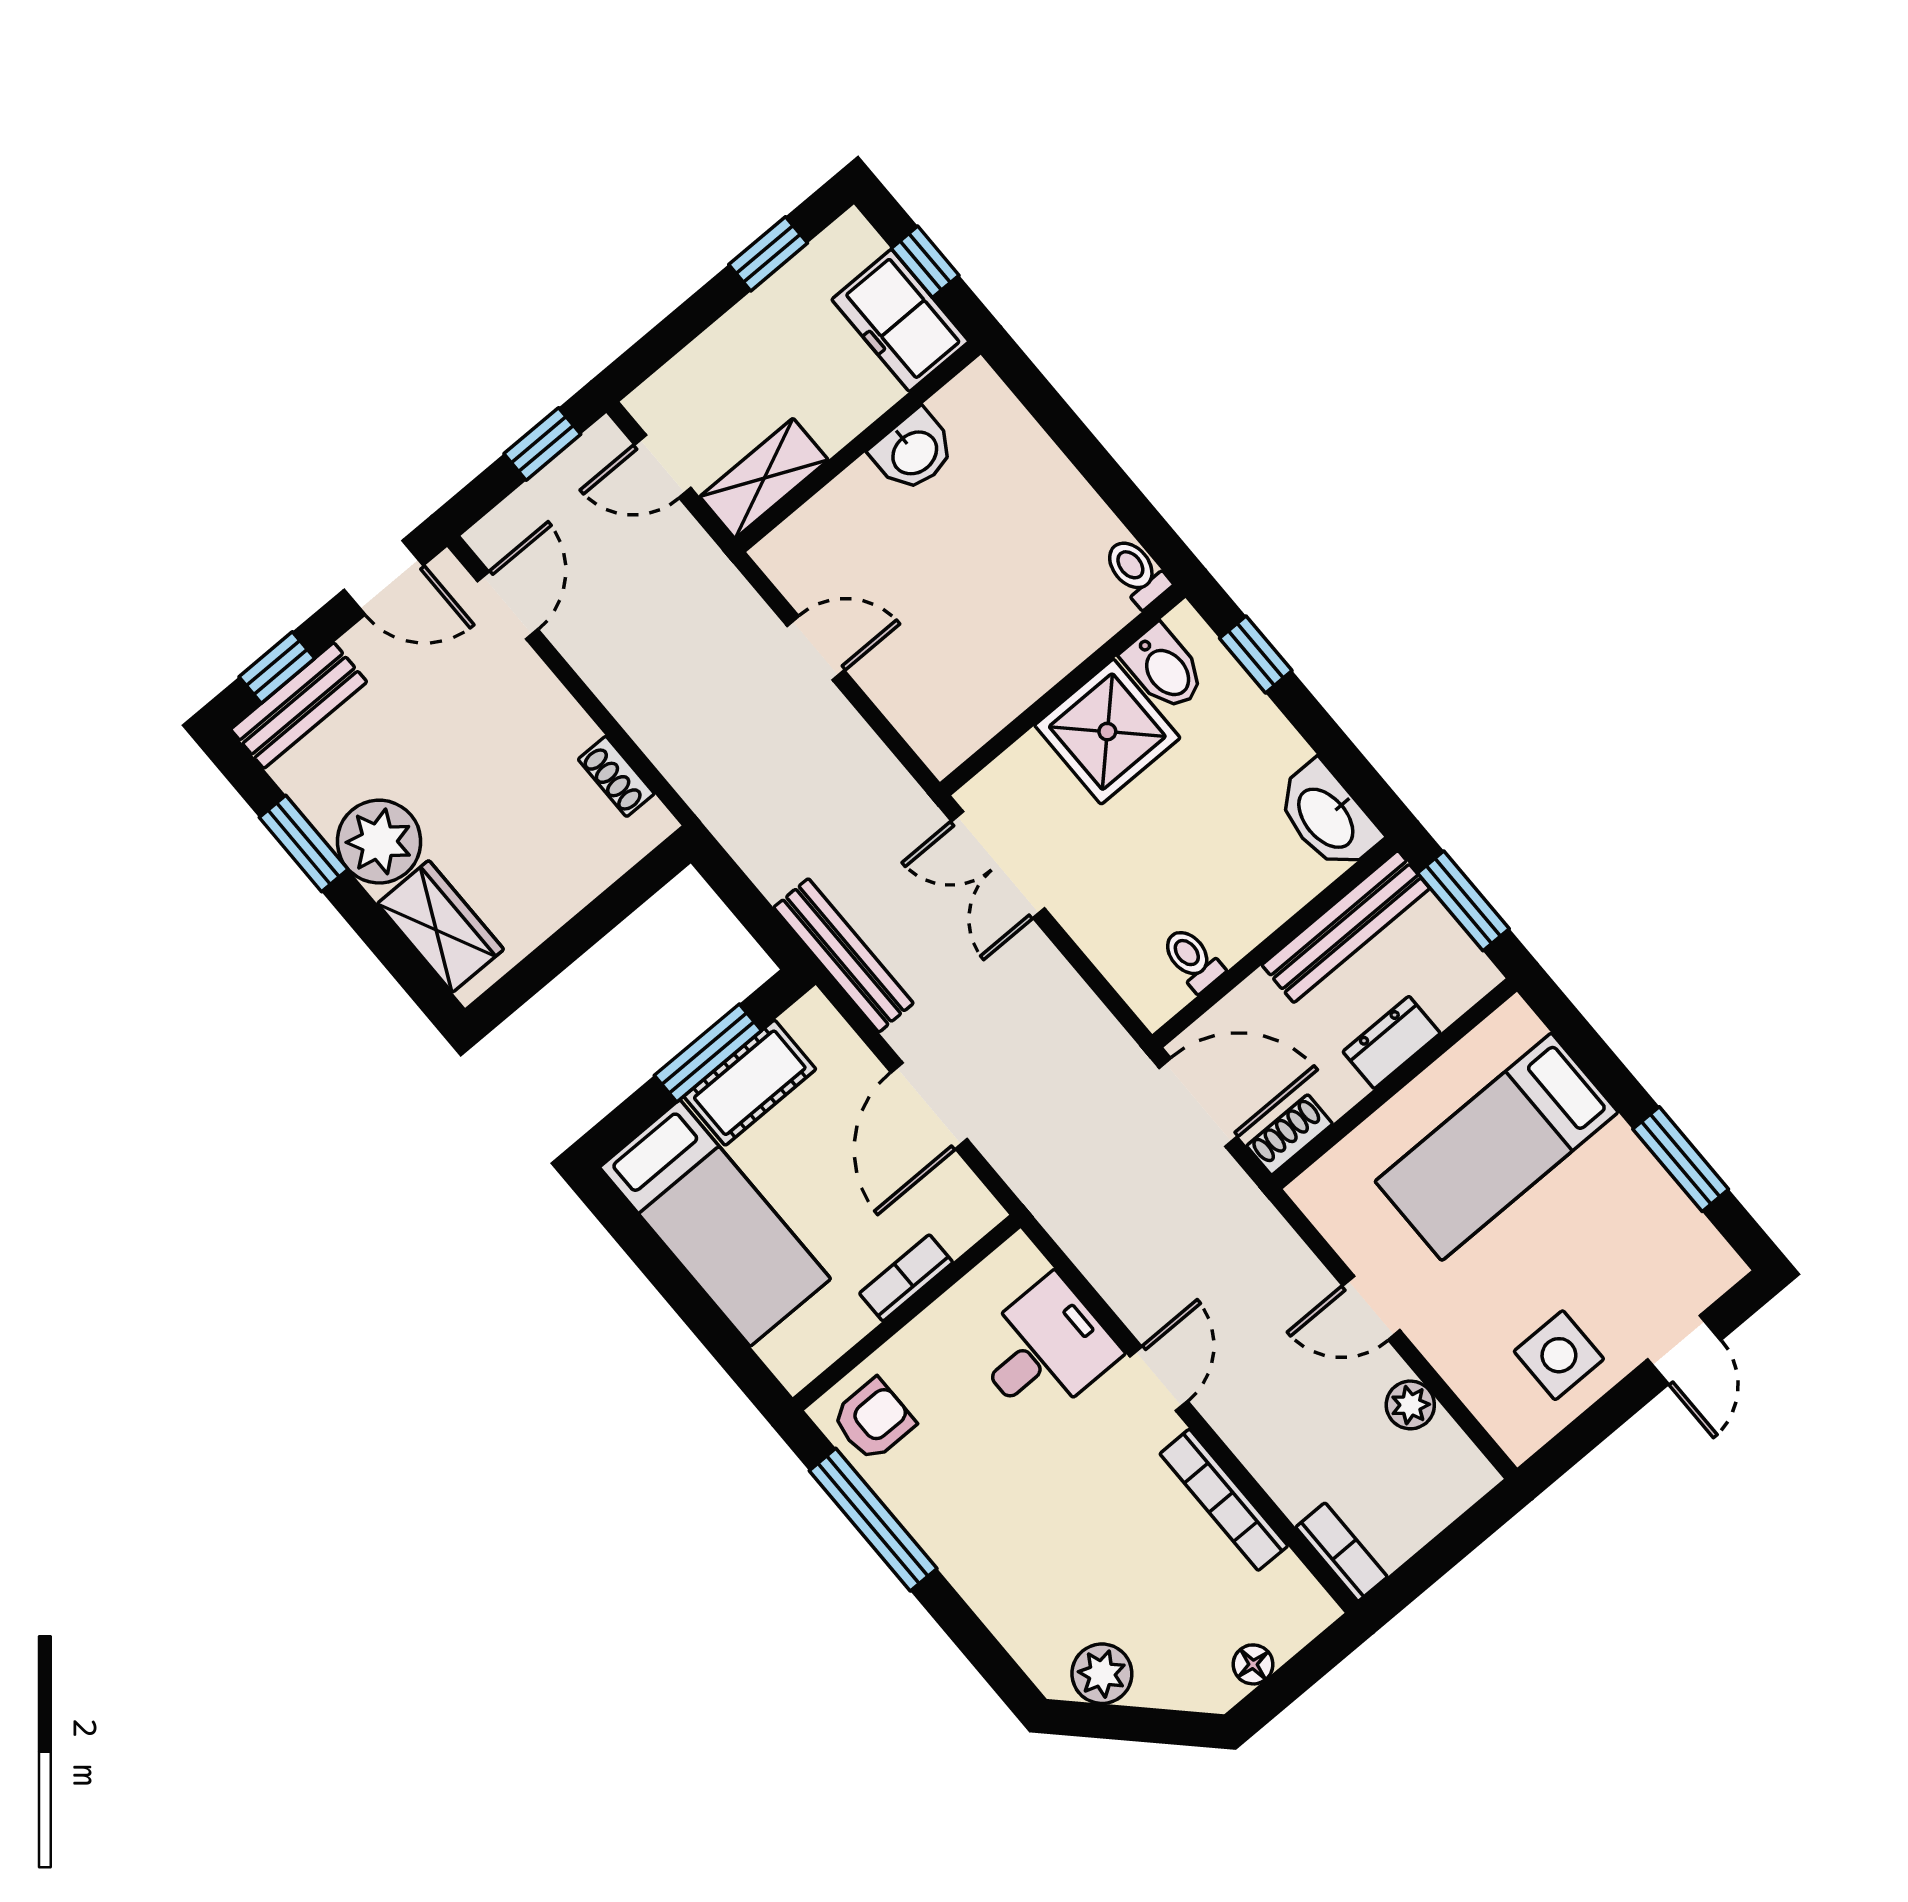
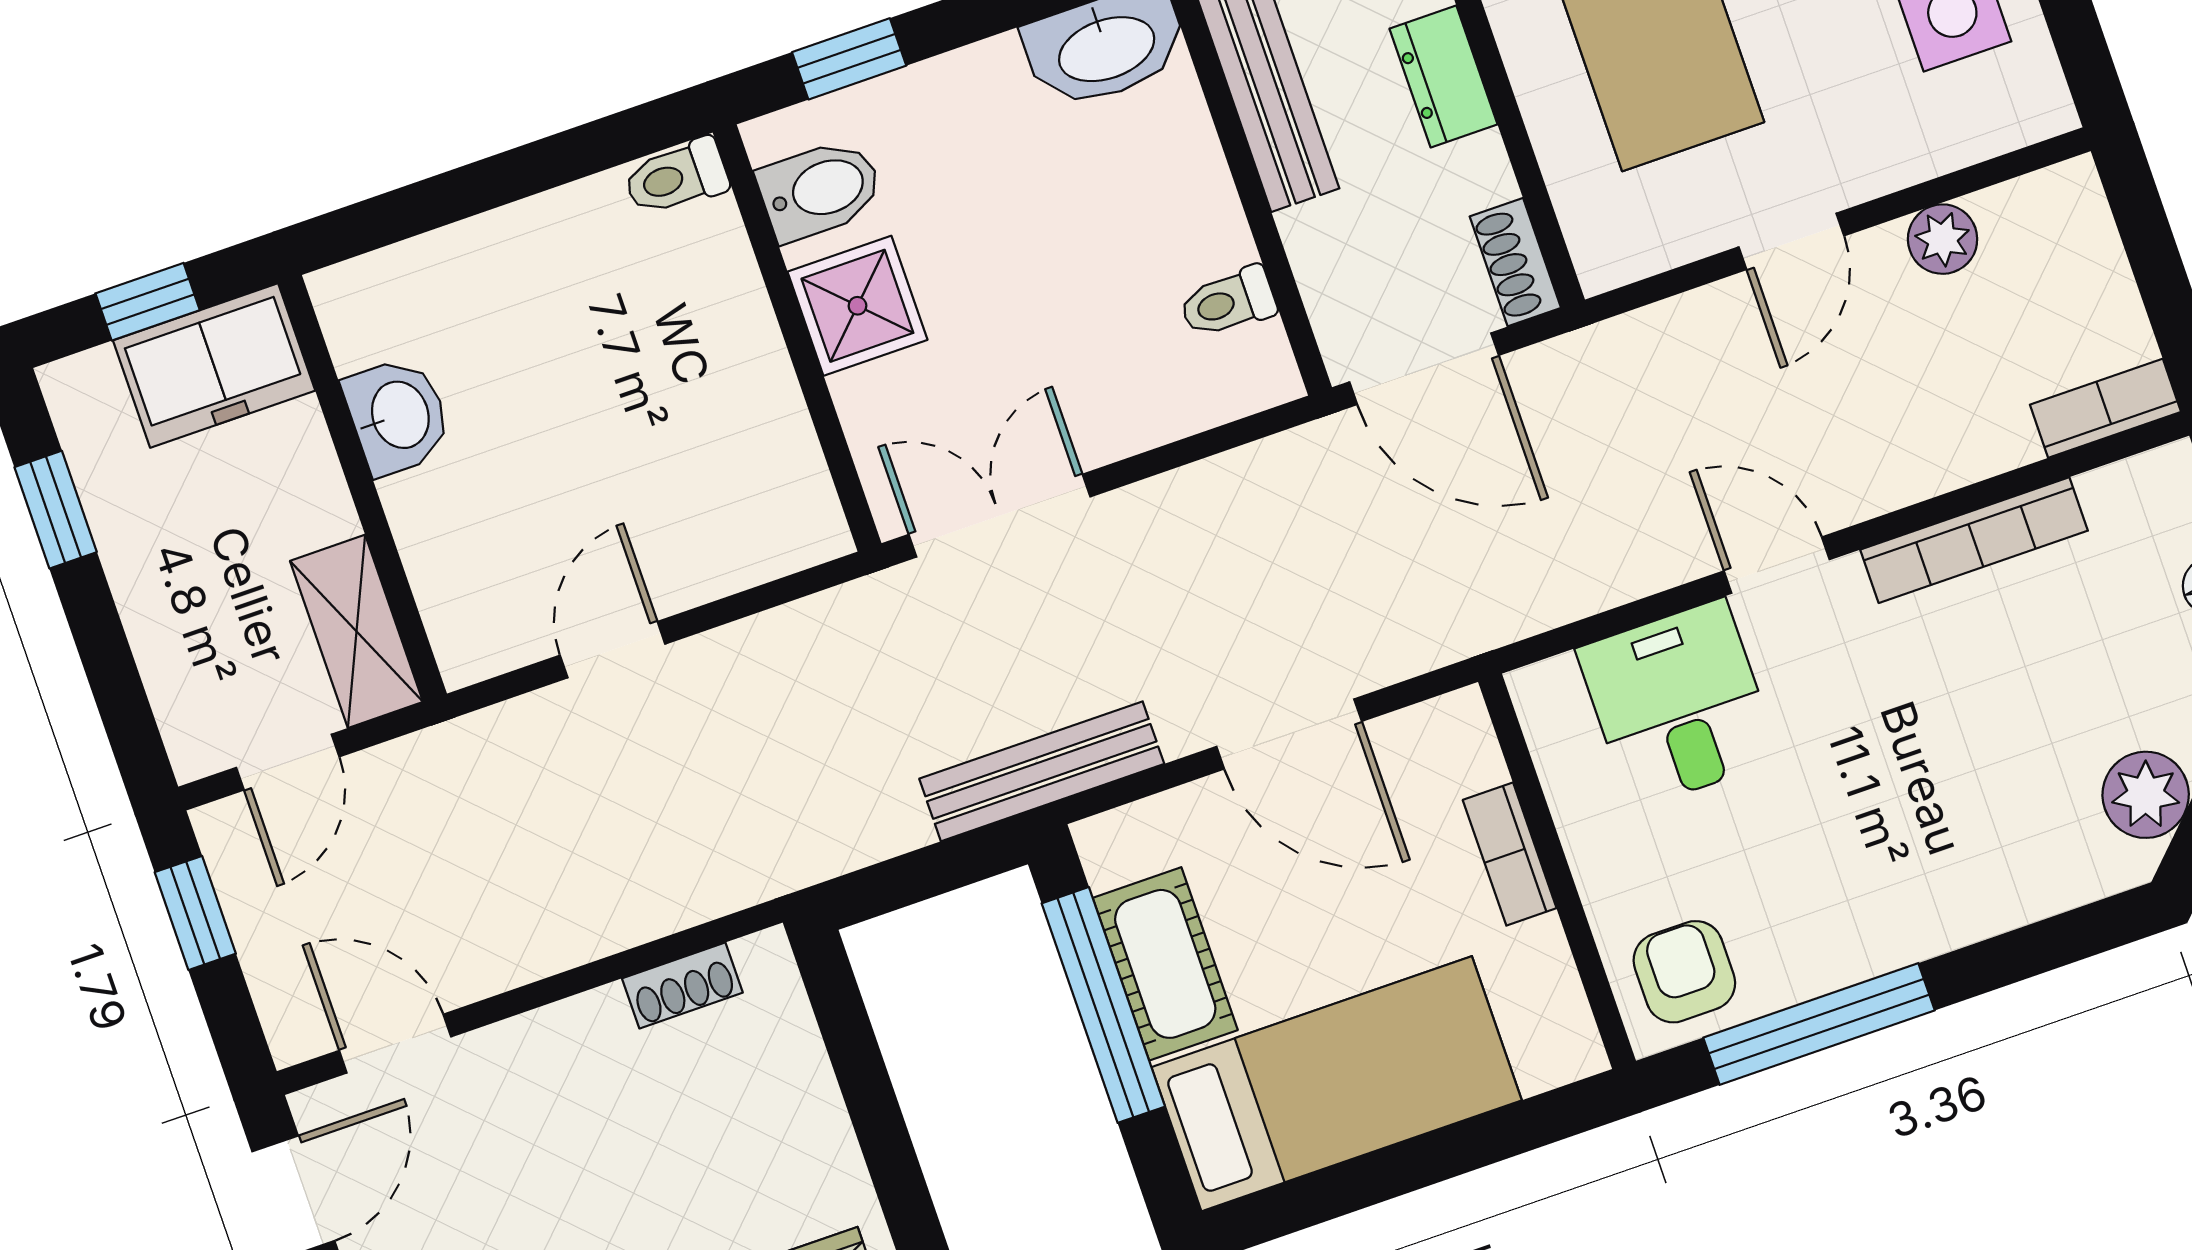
shower: (1107, 732) -> (857, 306), width x0.73, depth x0.73
double door: (998, 865) -> (999, 516), swing flipped
window: (708, 1053) -> (1103, 1005), width x1.44
door: (1198, 1102) -> (1424, 369), swing flipped

